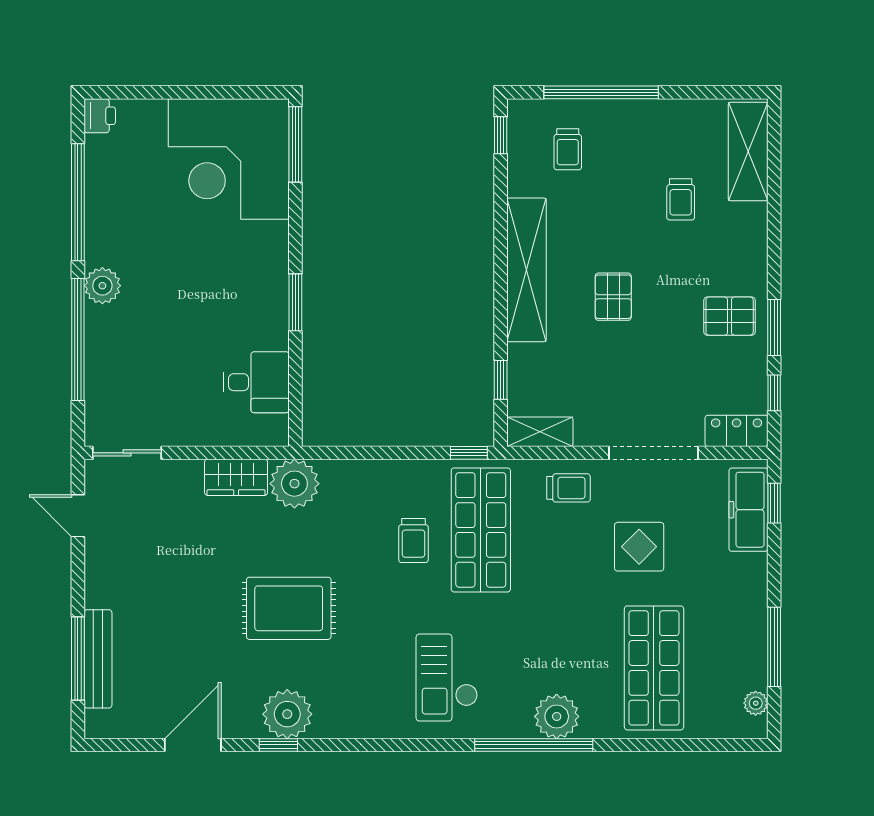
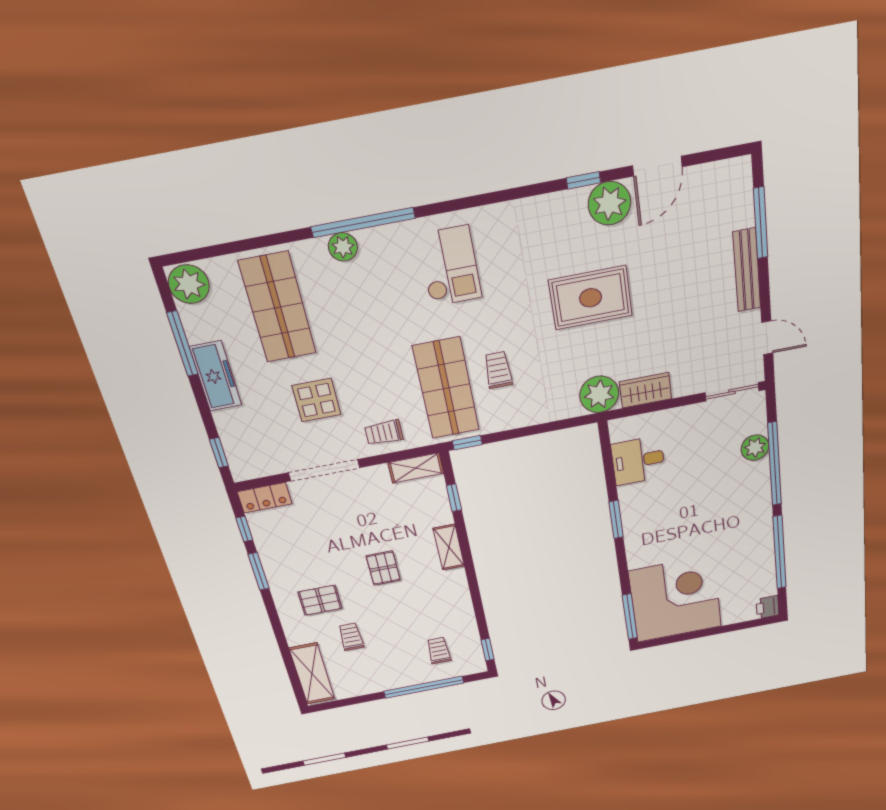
shelving: (526, 270) -> (449, 547), width x0.45, depth x0.75
plant: (102, 286) -> (755, 448), moved
pallet: (730, 316) -> (320, 600), moved
freezer: (748, 510) -> (216, 376), moved
bench: (98, 659) -> (747, 270), moved
plant: (756, 703) -> (189, 284), width x1.88, depth x1.88
plant: (287, 714) -> (609, 203), moved
plant: (557, 716) -> (343, 247), width x0.73, depth x0.73

